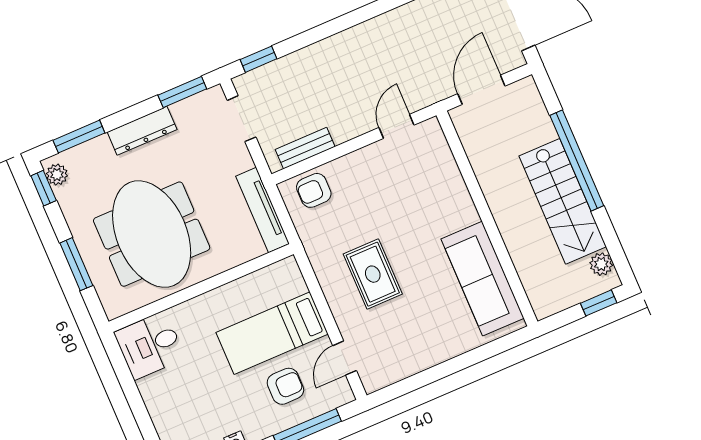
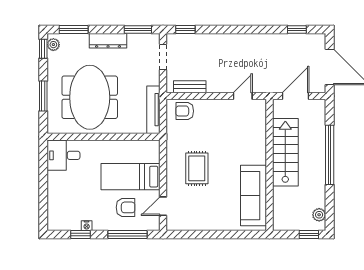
stairs: (563, 201) -> (285, 152), moved, turned 180

